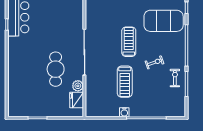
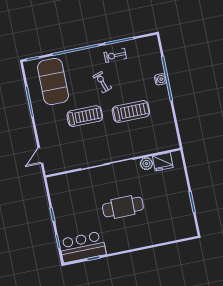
treadmill: (129, 42) -> (85, 116), turned 180
cafe table: (56, 69) -> (123, 207), moved
water cooler: (124, 112) -> (160, 79), moved

